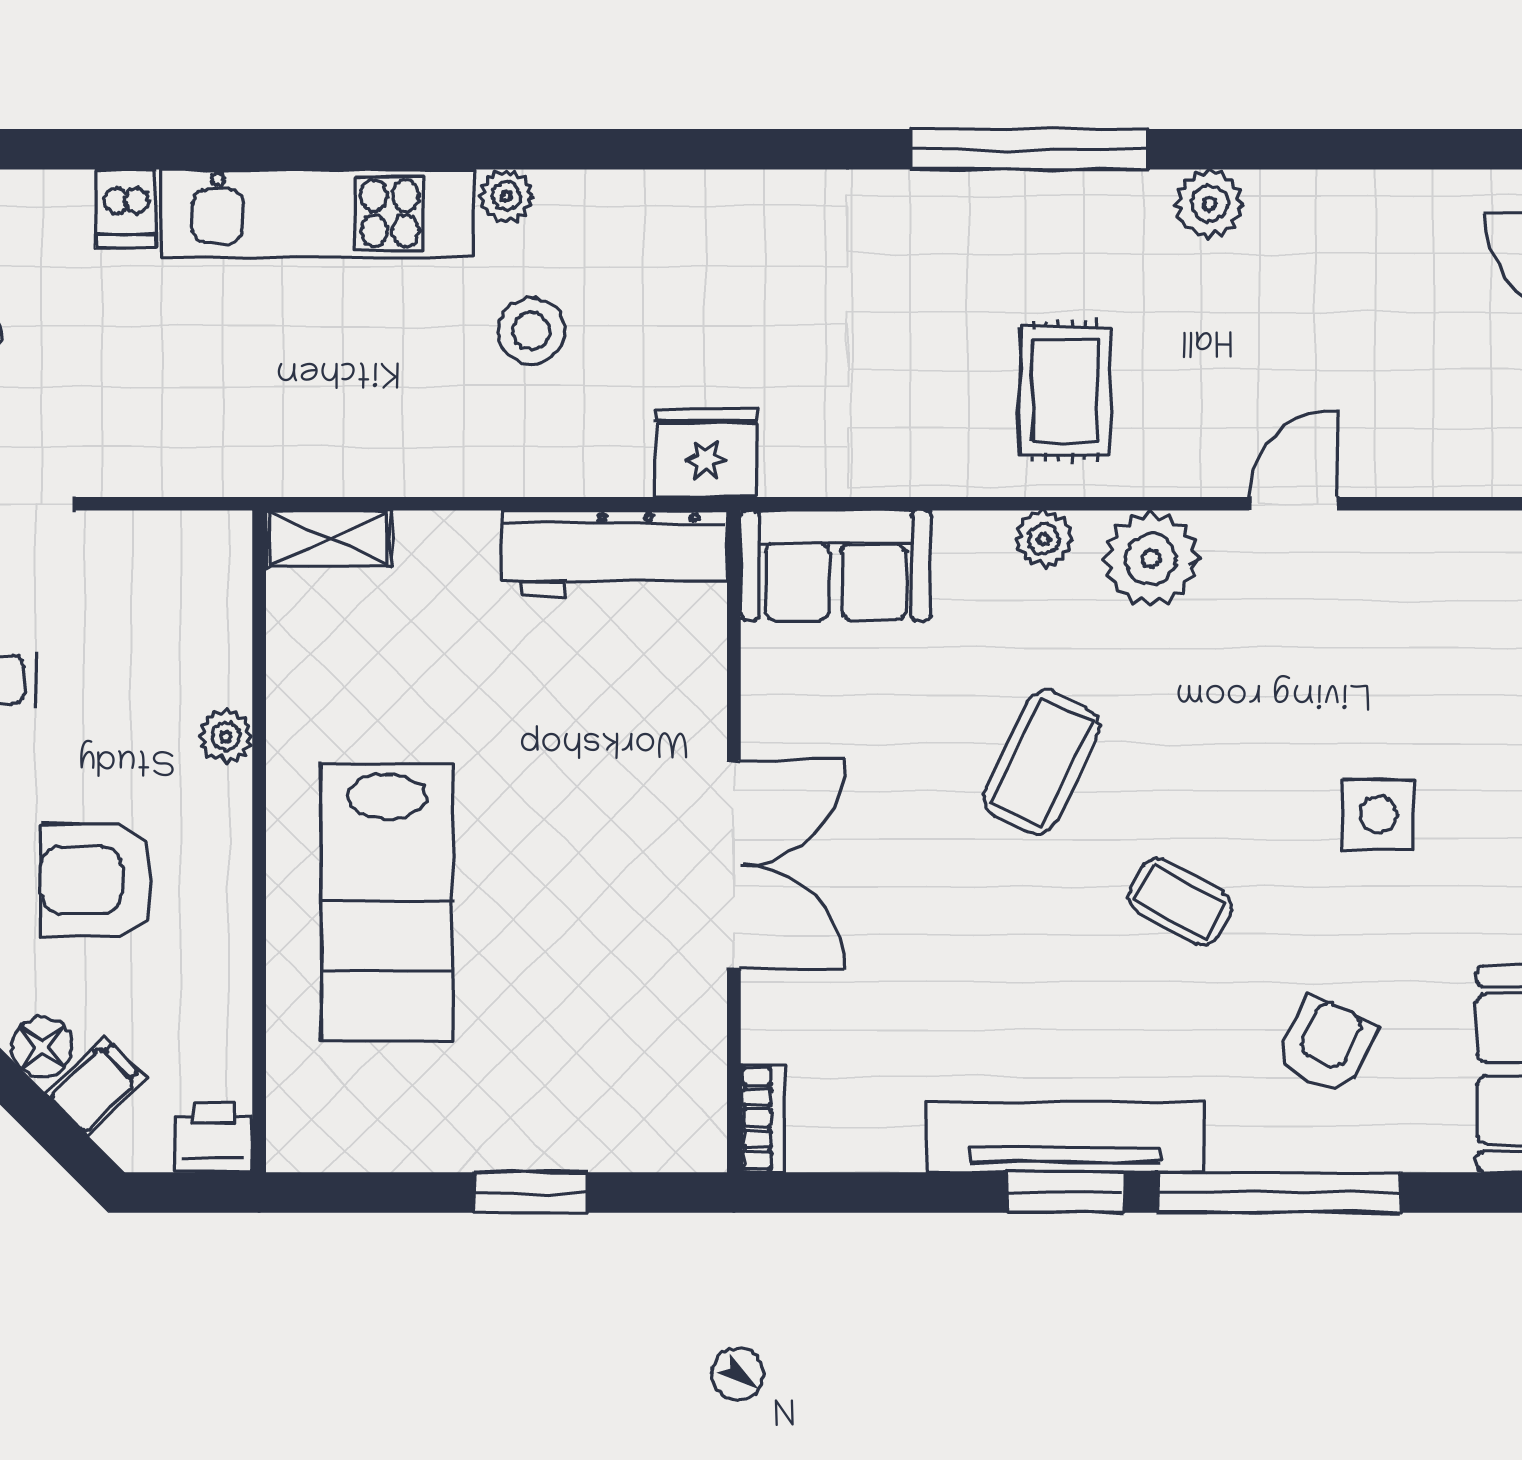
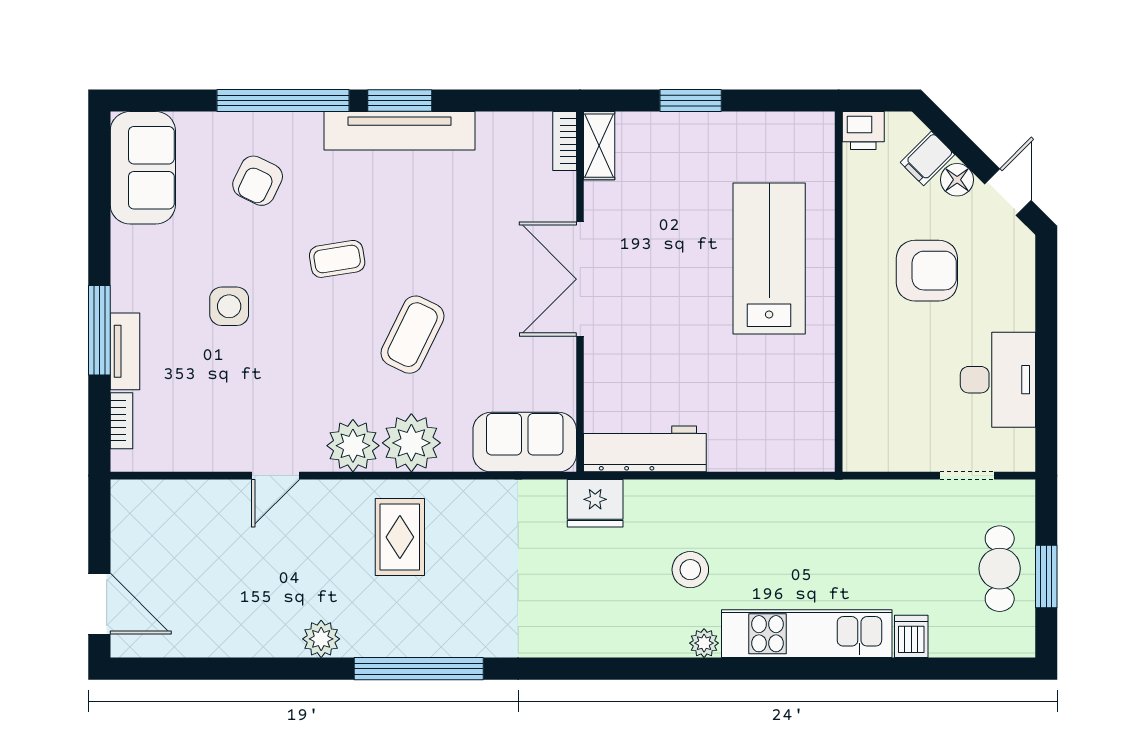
shelving: (329, 539) -> (599, 146), moved, turned 90
plant: (1044, 539) -> (411, 443), width x1.87, depth x1.87
plant: (226, 736) -> (857, 349), removed
coffee table: (1180, 902) -> (337, 259), turned -38

